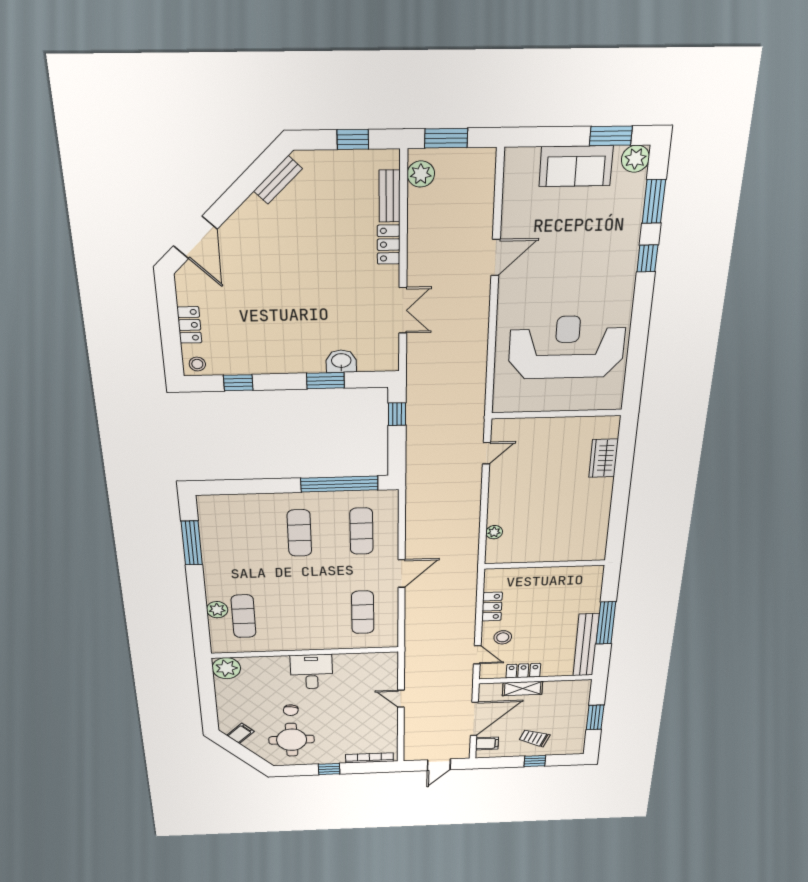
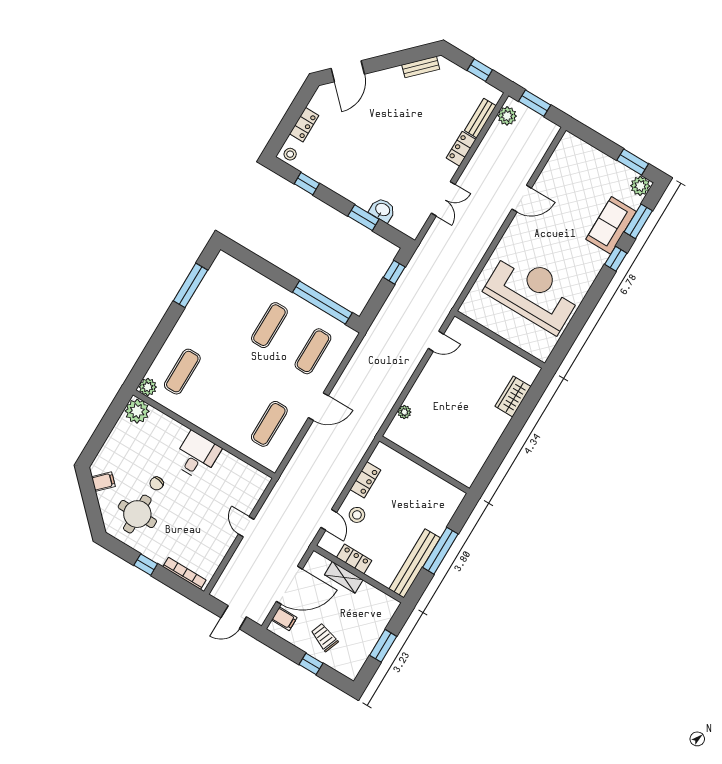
sofa: (576, 166) -> (611, 225), moved, turned 90
plant: (217, 610) -> (148, 387), moved

